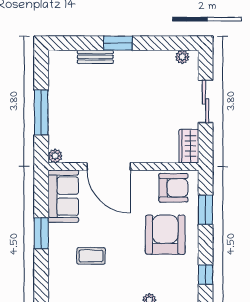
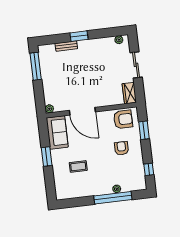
window: (41, 112) -> (36, 66), moved
armchair: (165, 235) -> (122, 148), width x0.53, depth x0.53

